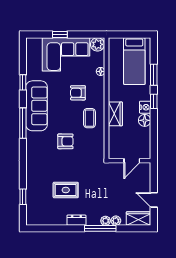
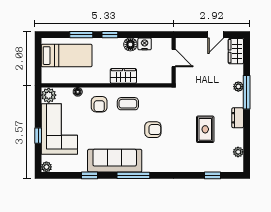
plant: (31, 42) -> (46, 167), added
armchair: (78, 93) -> (99, 104), moved
nightstand: (145, 107) -> (145, 44), moved
armchair: (65, 141) -> (153, 130), turned 90
plant: (116, 221) -> (238, 152), moved

